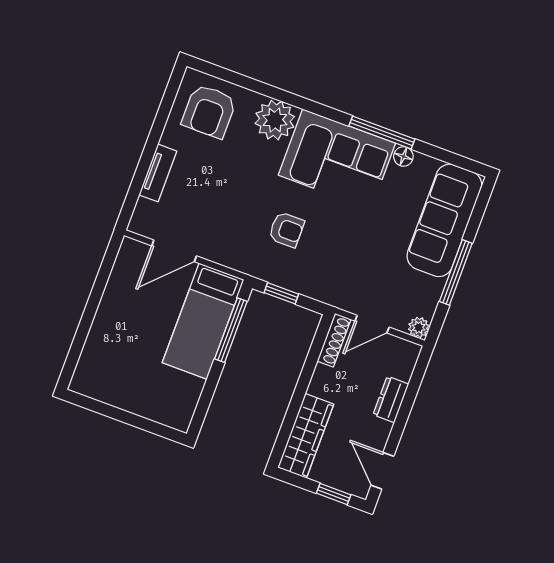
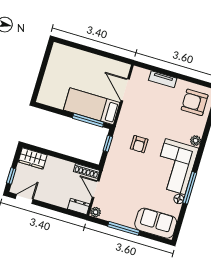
plant: (275, 120) -> (196, 141), width x0.53, depth x0.53
sofa: (444, 220) -> (156, 223), width x0.73
dresser: (391, 399) -> (79, 206), moved
wardrobe: (306, 436) -> (33, 158), width x0.67

